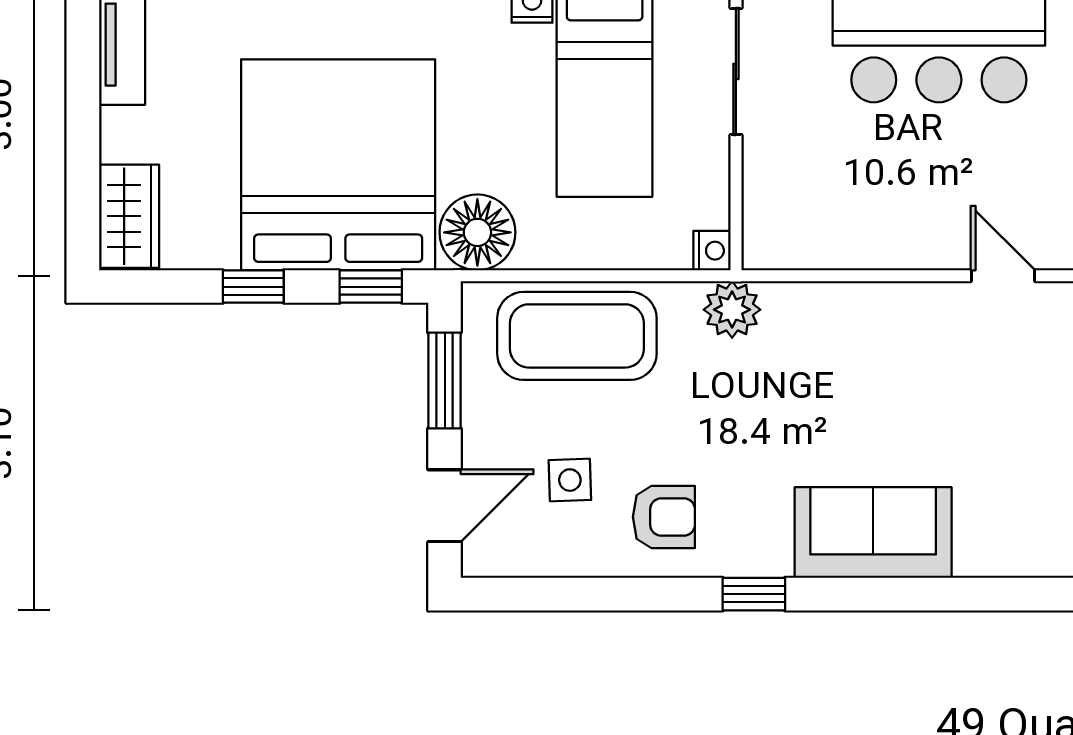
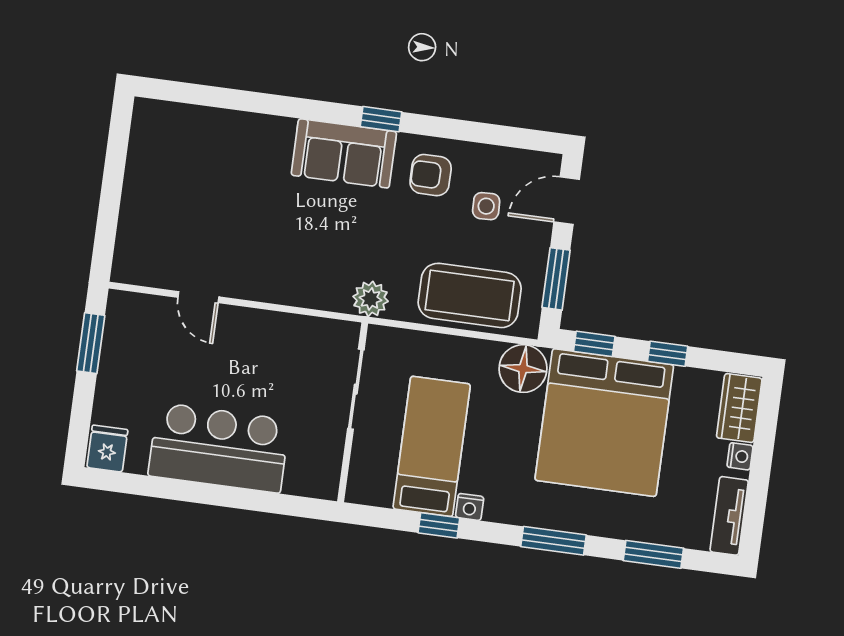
sliding door: (736, 71) -> (356, 389), moved
nightstand: (712, 251) -> (740, 456), moved, turned 180
sofa: (873, 533) -> (344, 153), moved

